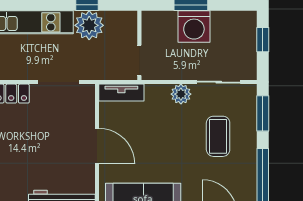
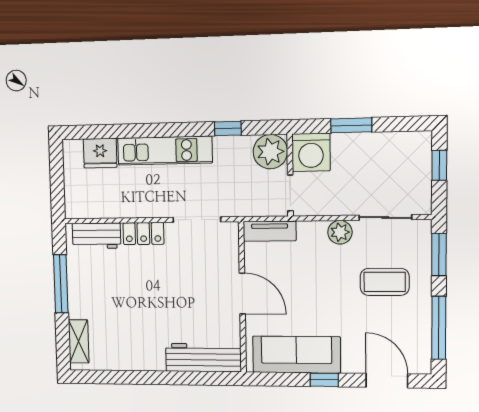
plant: (89, 25) -> (270, 152), moved
washing machine: (194, 27) -> (311, 152), moved
coffee table: (218, 136) -> (385, 282), turned 90

